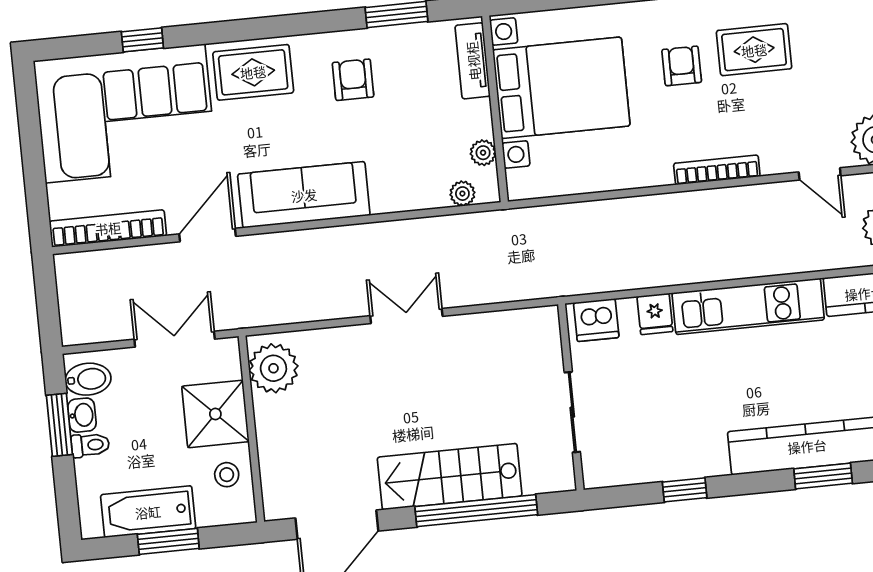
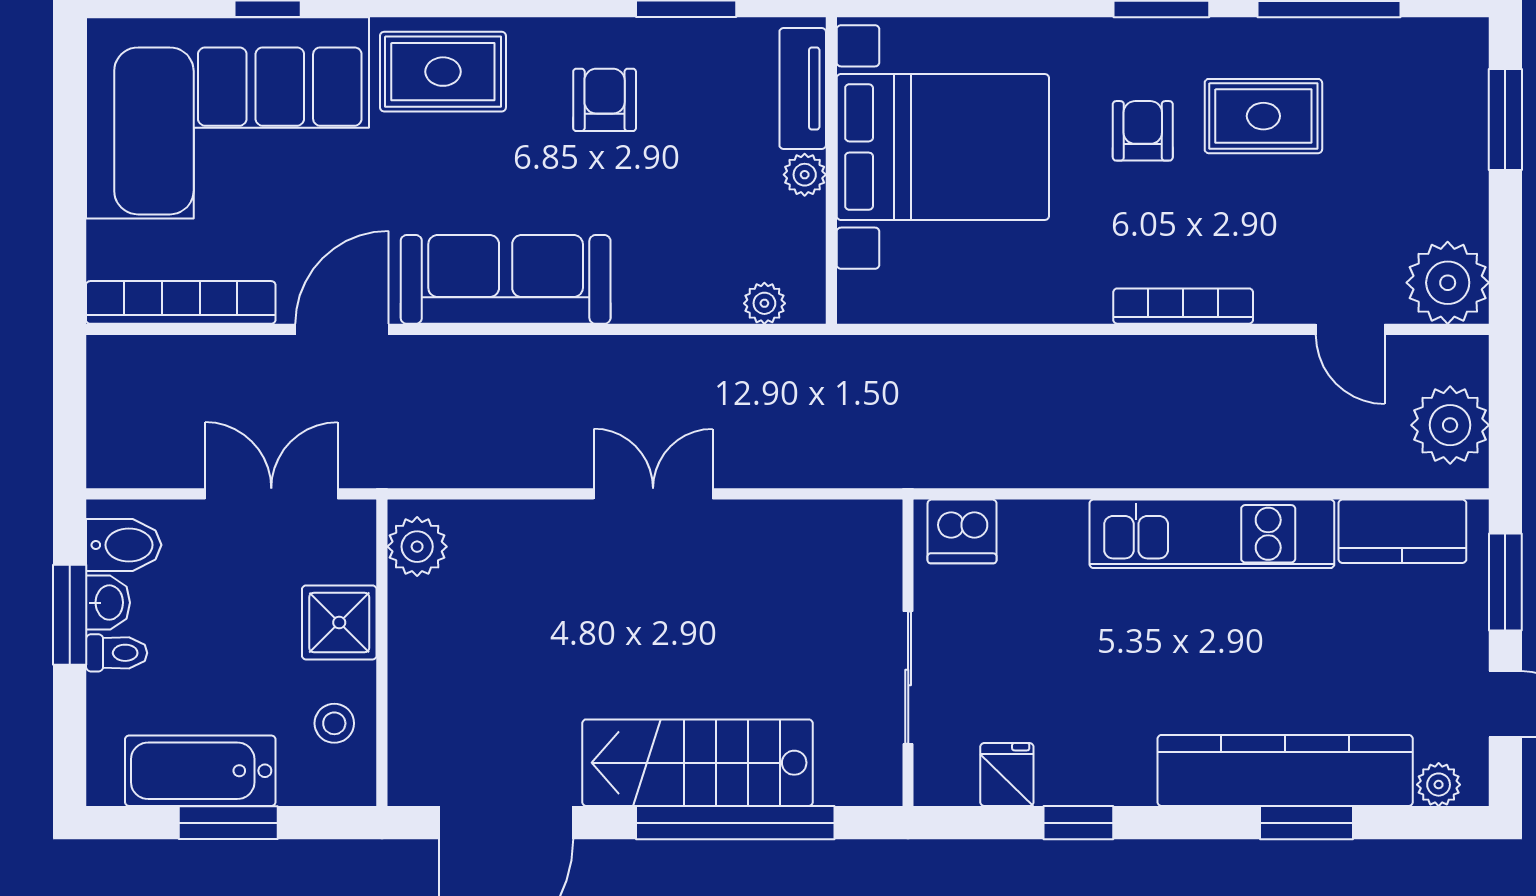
plant: (483, 153) -> (805, 175), moved
fridge: (655, 314) -> (1007, 775), moved, turned 180
plant: (273, 368) -> (417, 547), width x0.73, depth x0.73
shower: (215, 414) -> (339, 622), width x0.73, depth x0.73

